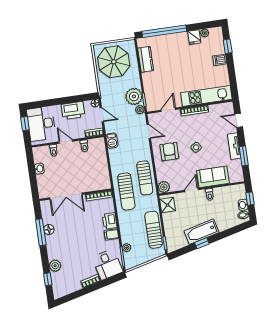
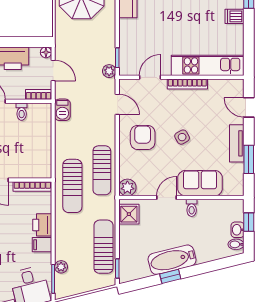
plant: (134, 96) -> (103, 51), removed

